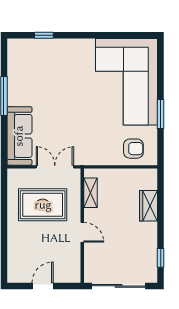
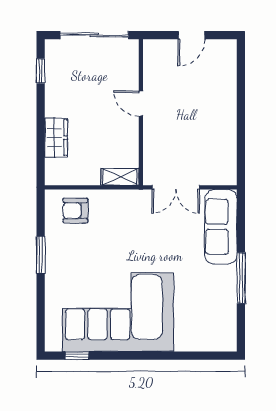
window: (44, 35) -> (77, 356), moved
corner sofa: (127, 82) -> (118, 312), moved, turned -90
shelving: (90, 193) -> (120, 177), moved, turned 90
rug: (43, 205) -> (191, 139), removed

